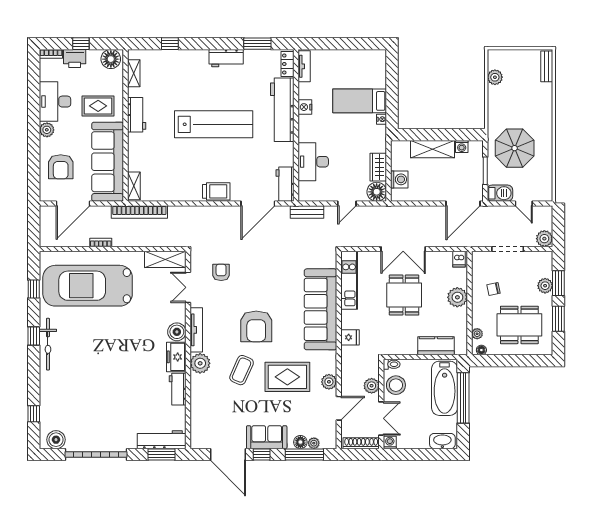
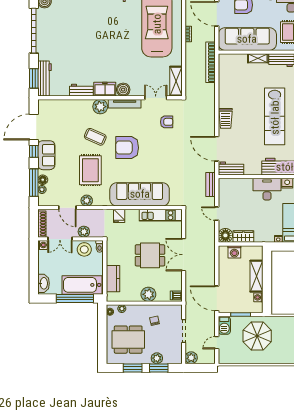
desk: (313, 162) -> (267, 189), moved
shelving: (134, 186) -> (258, 58), moved
dining table: (519, 325) -> (128, 340), turned 90

